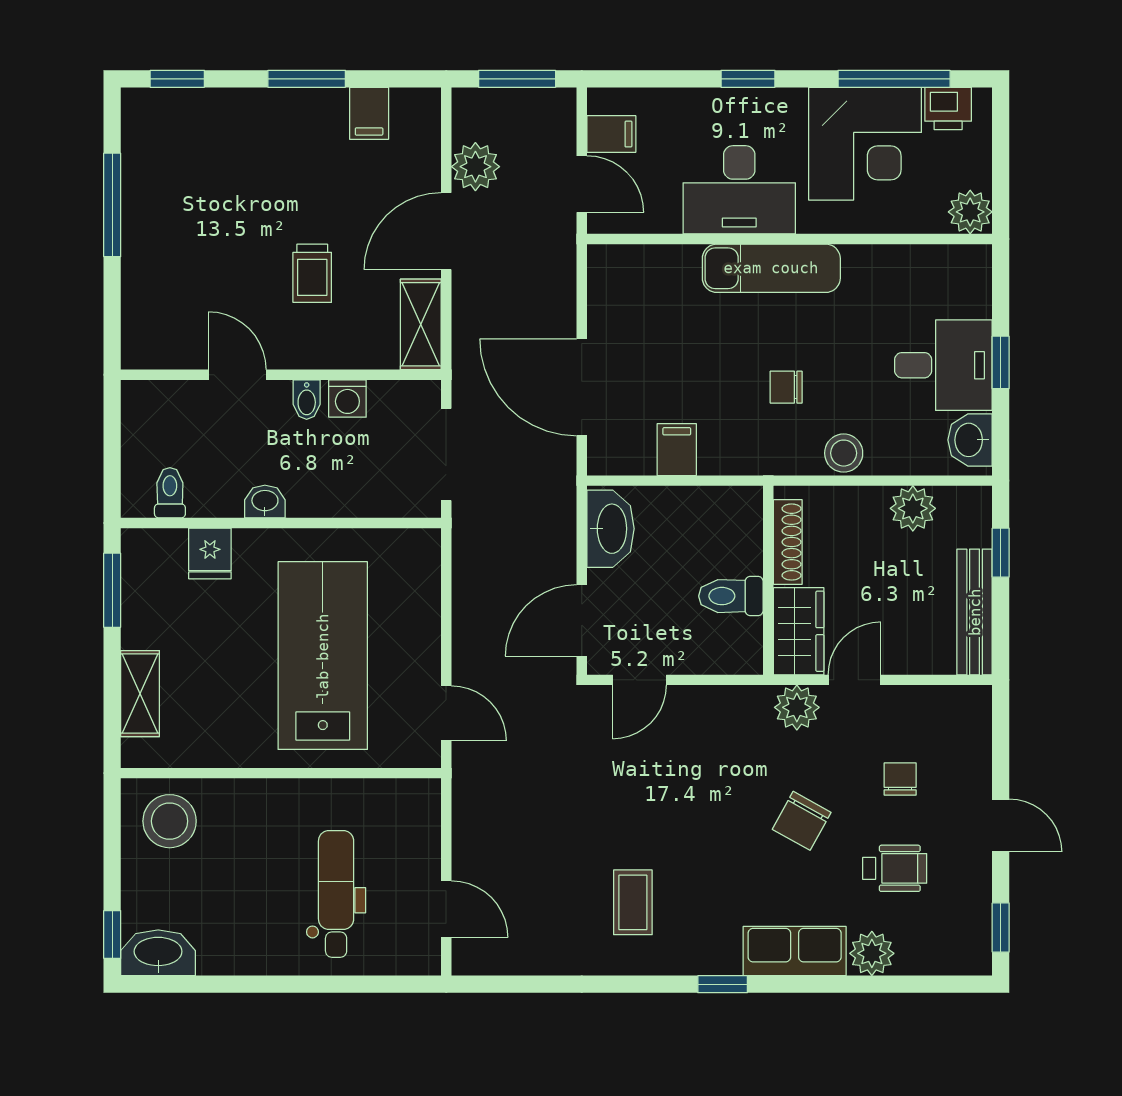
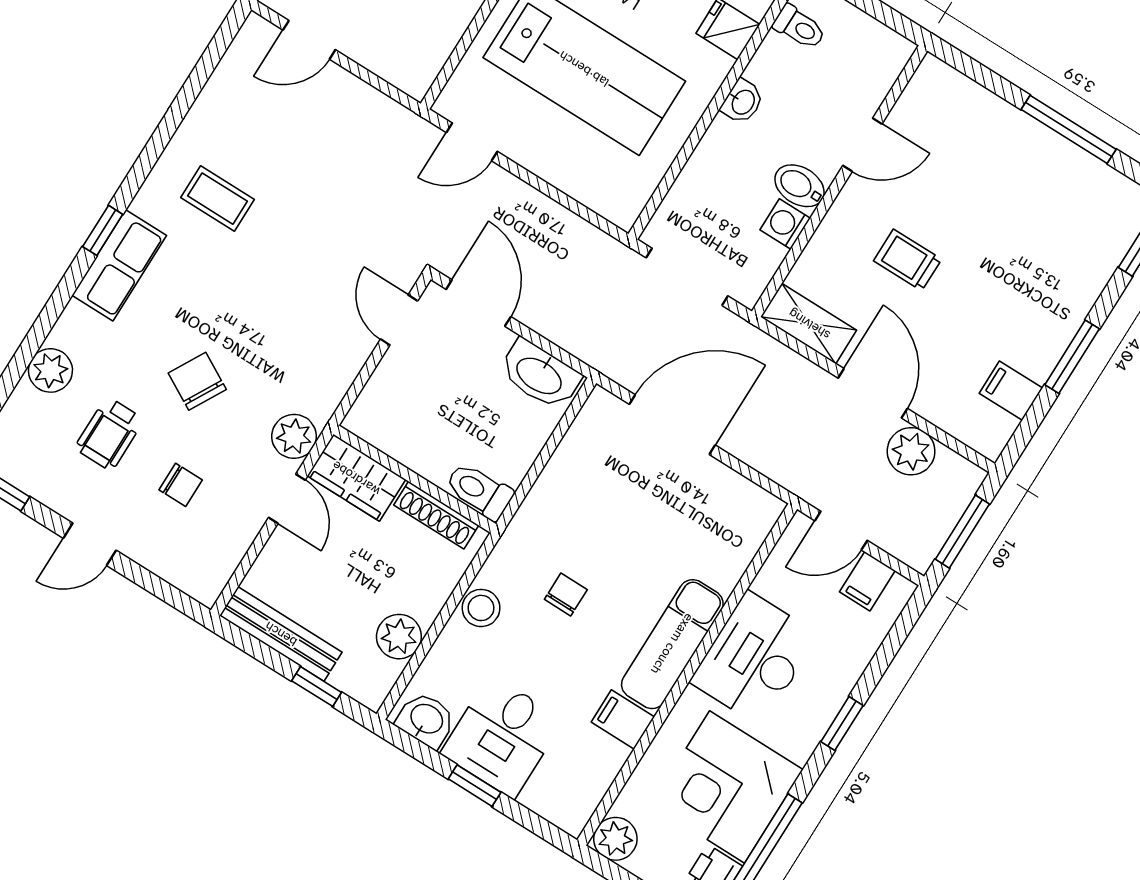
bidet: (307, 400) -> (800, 186), width x1.38, depth x1.36
filing cabinet: (677, 450) -> (623, 720), moved, turned 180
toilet: (731, 596) -> (479, 491), moved, turned -90
row of seats: (795, 951) -> (119, 265), moved

